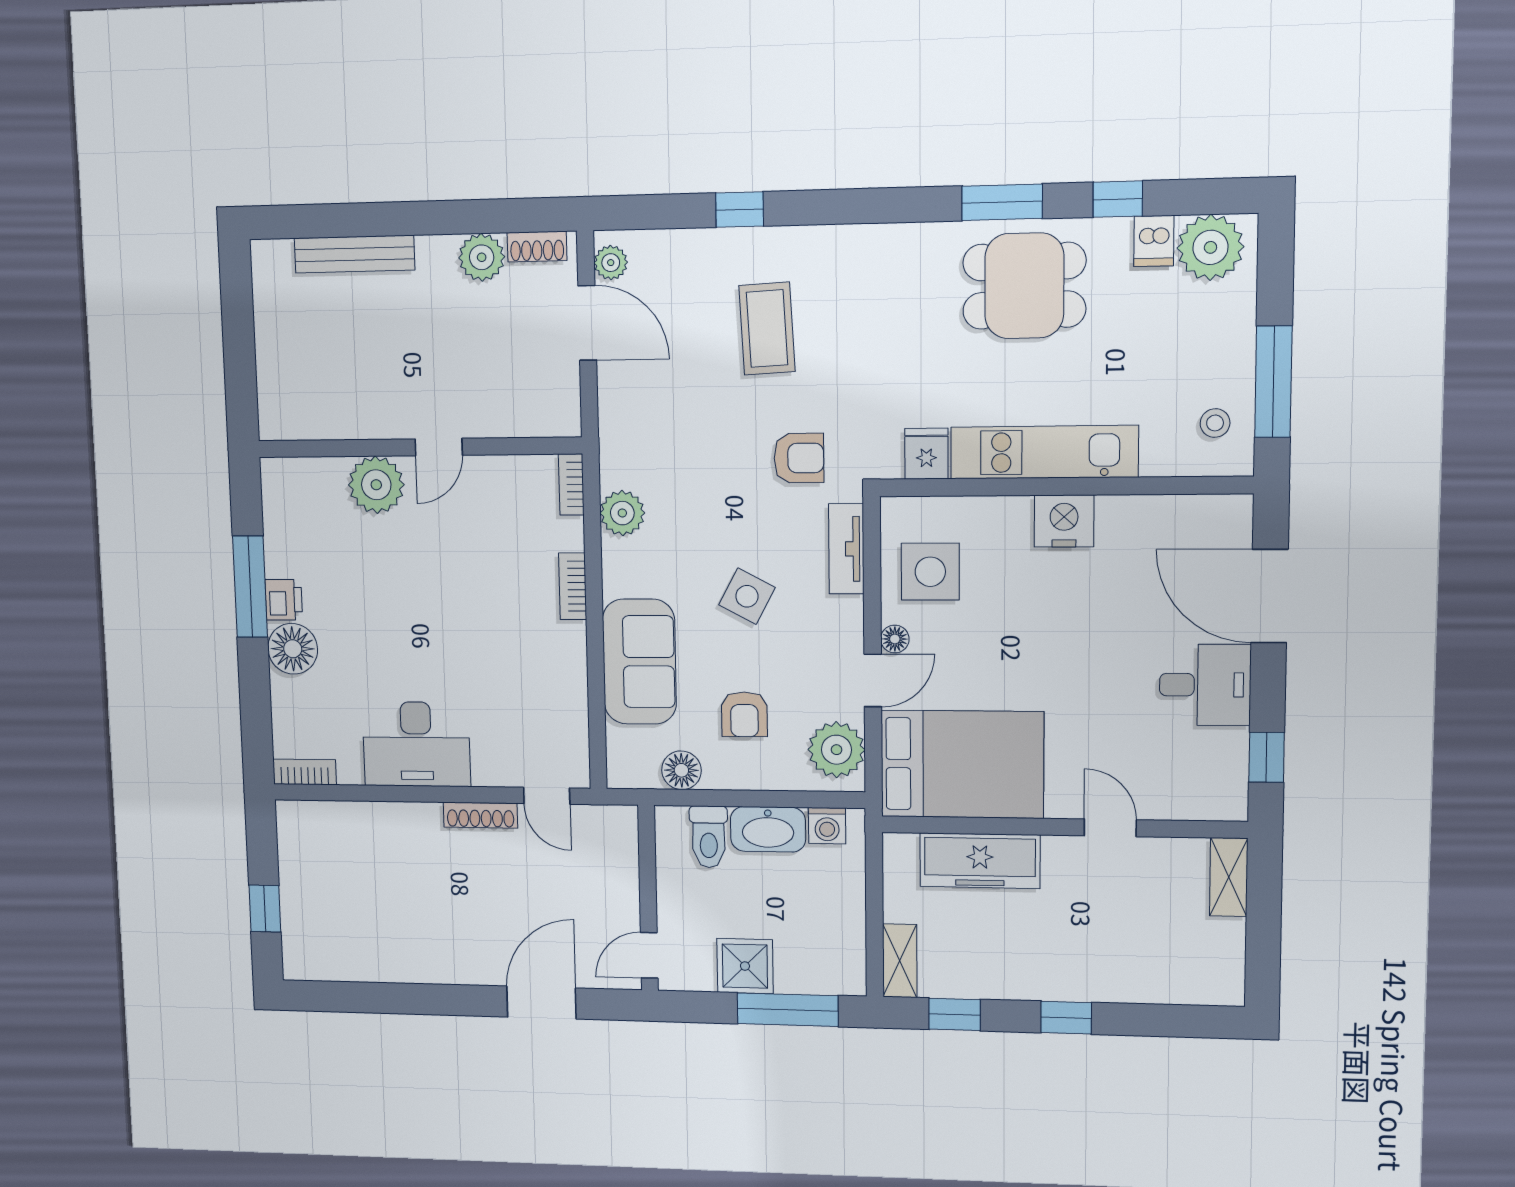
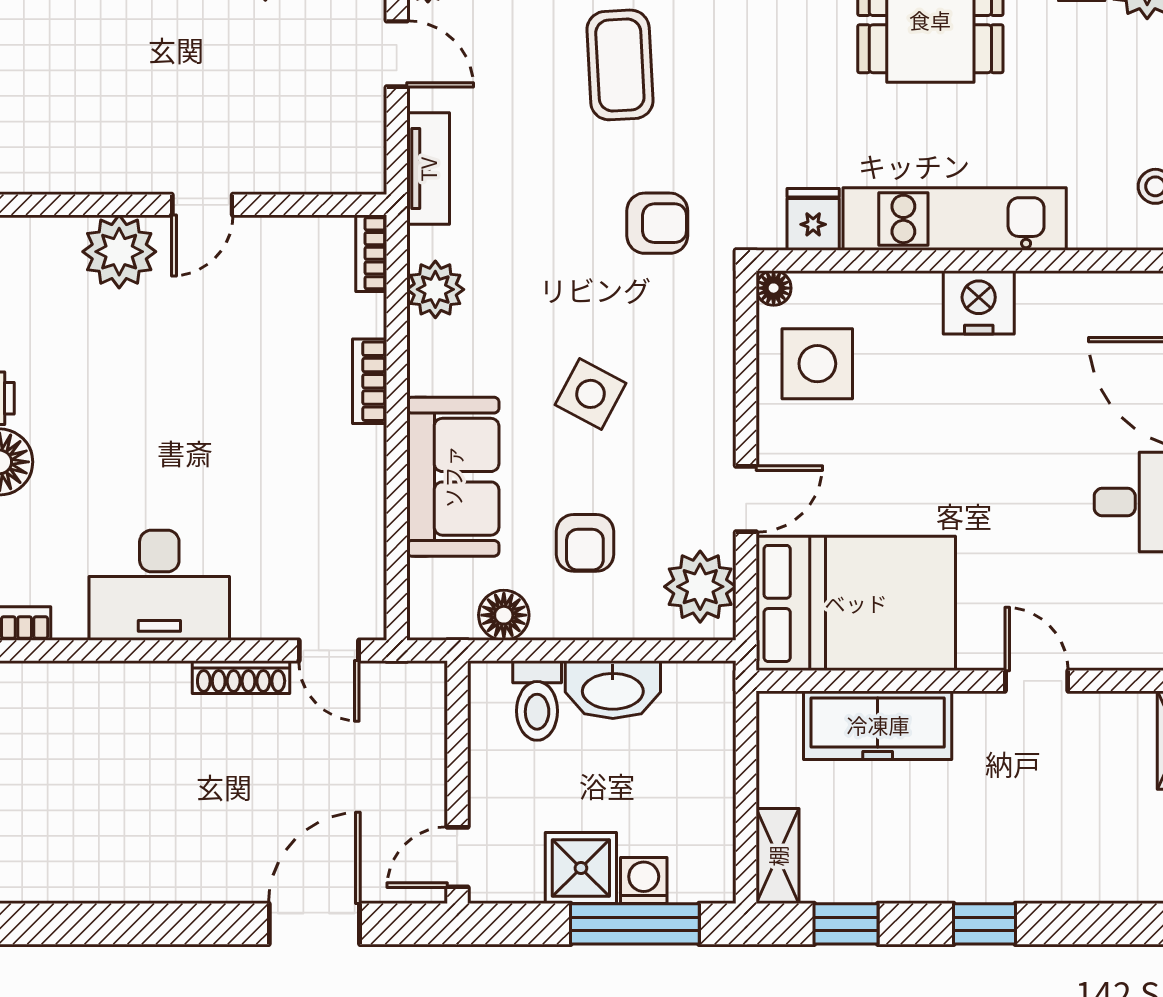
door: (587, 323) -> (397, 54), width x0.73
tv unit: (846, 549) -> (428, 169), moved, turned 180
floor lamp: (895, 639) -> (774, 288), moved
washing machine: (827, 826) -> (644, 880), moved, turned 180

